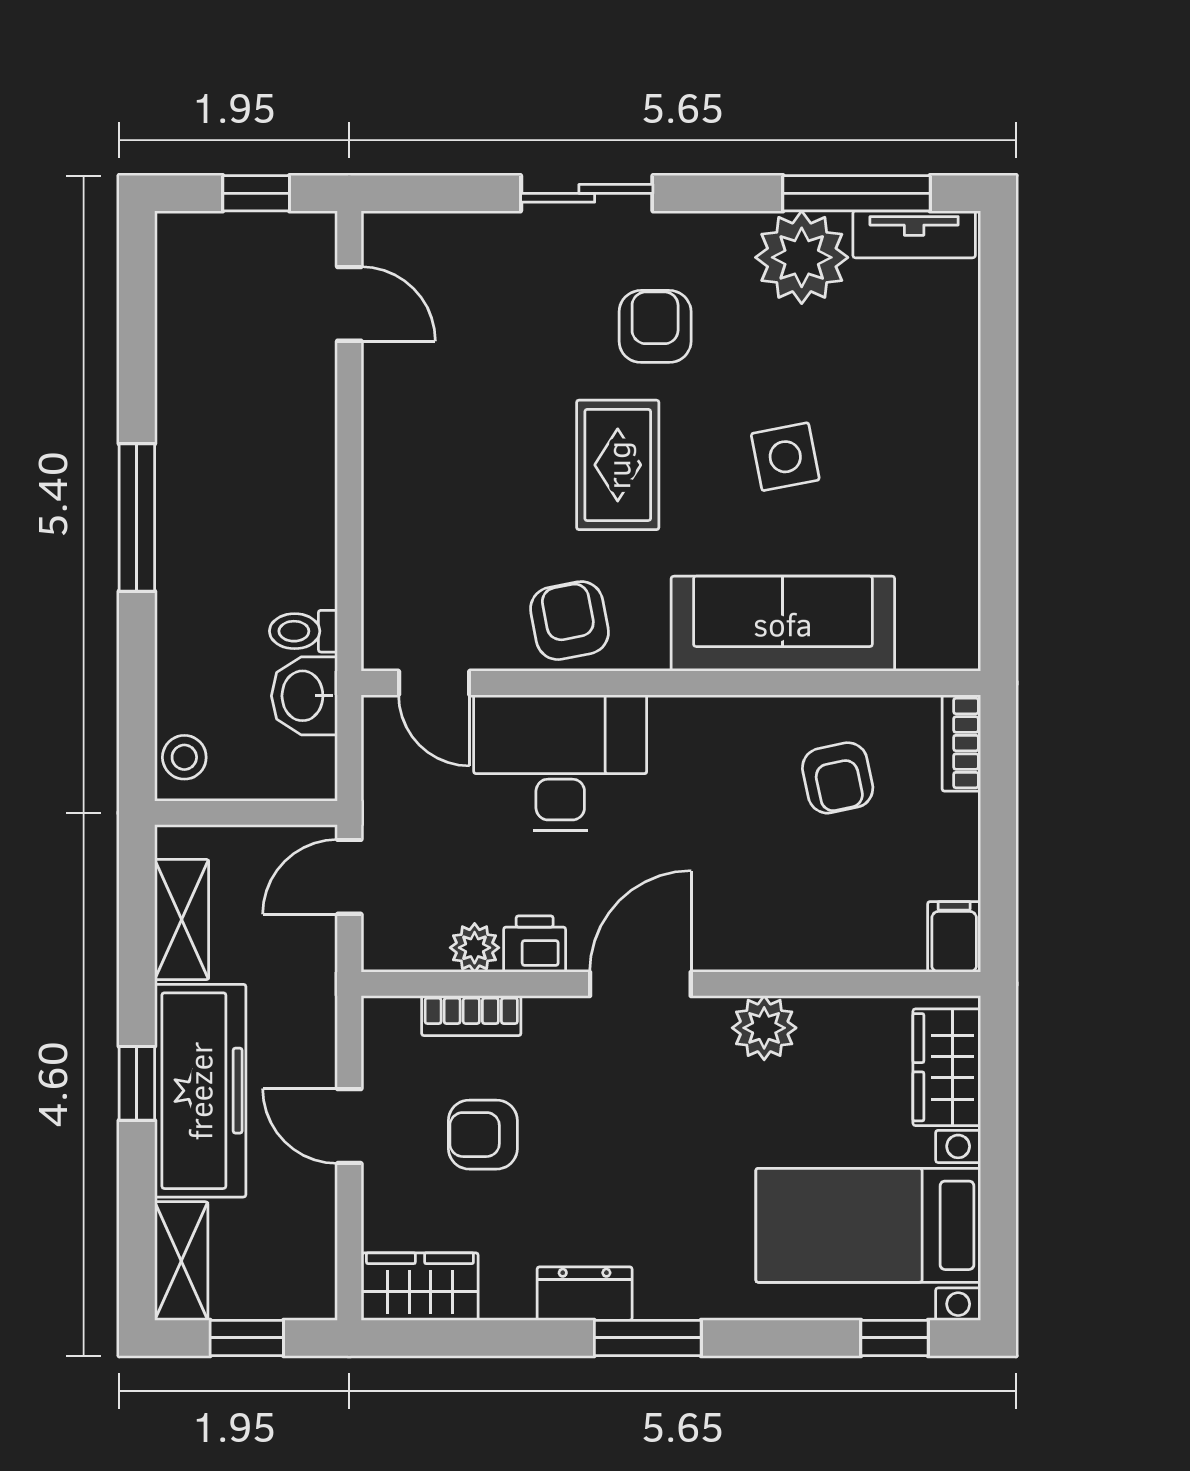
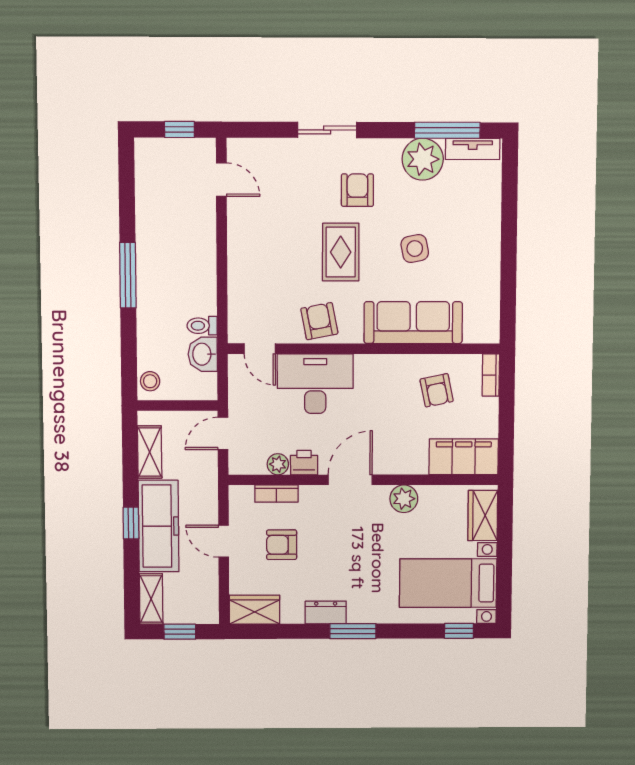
filing cabinet: (954, 937) -> (464, 457), width x3.00, depth x1.17

